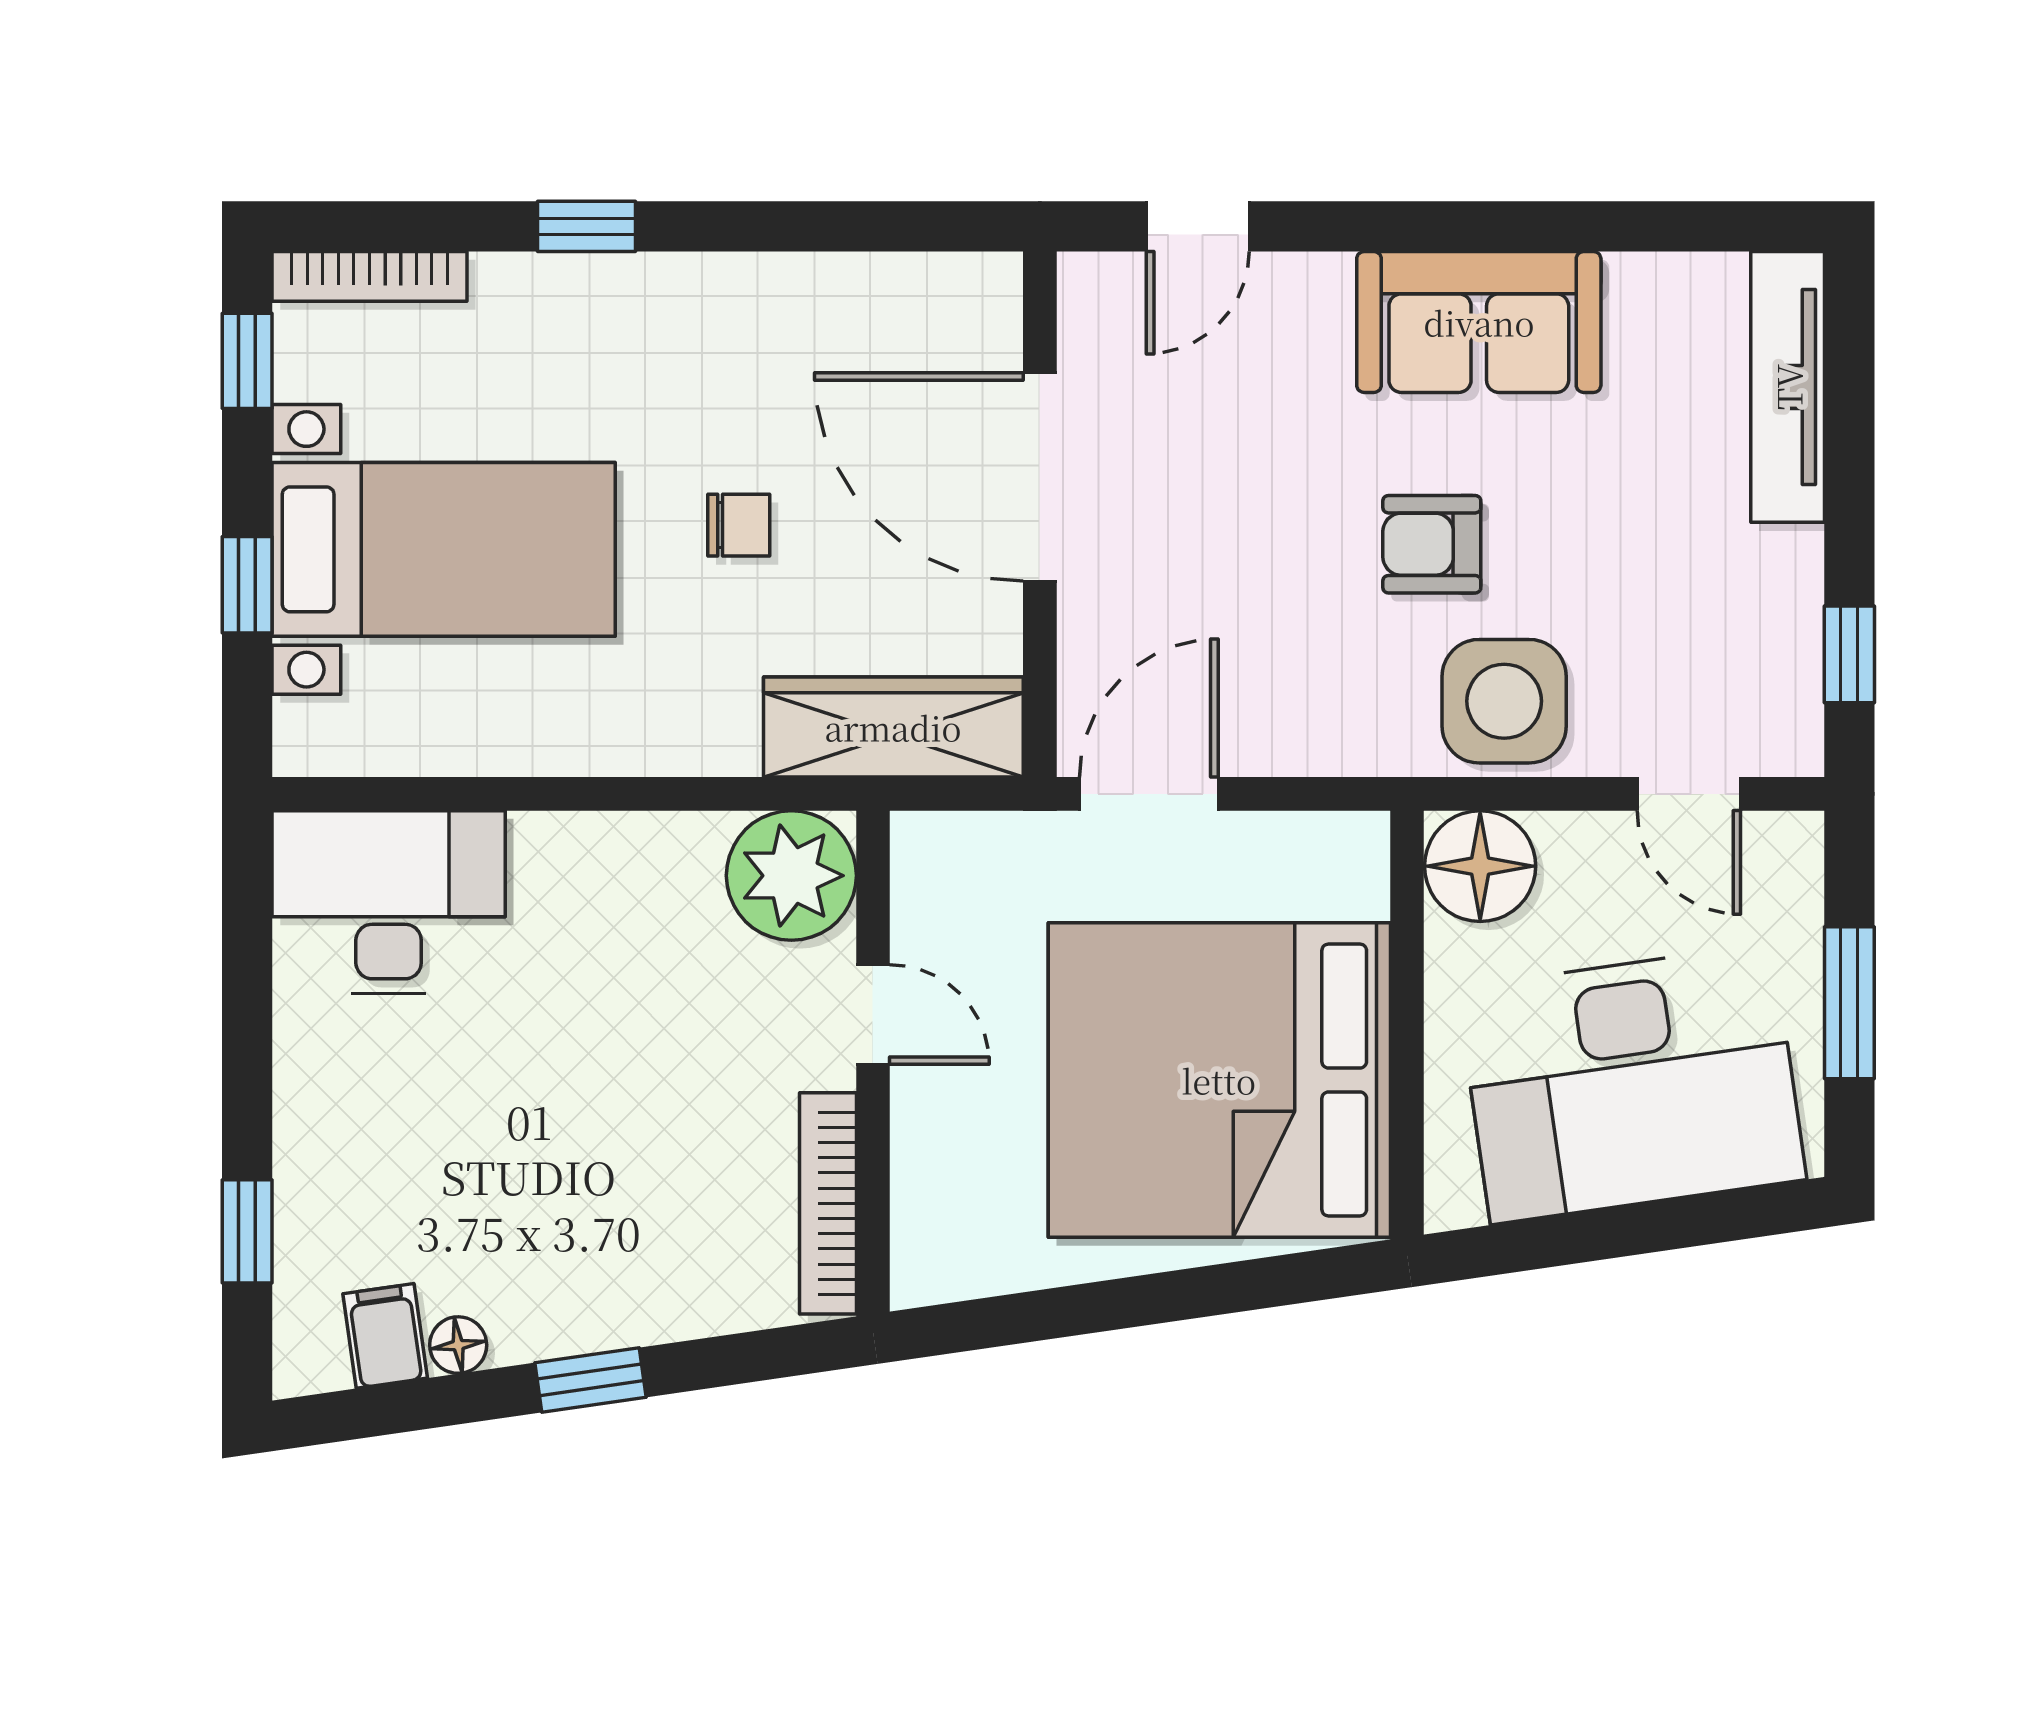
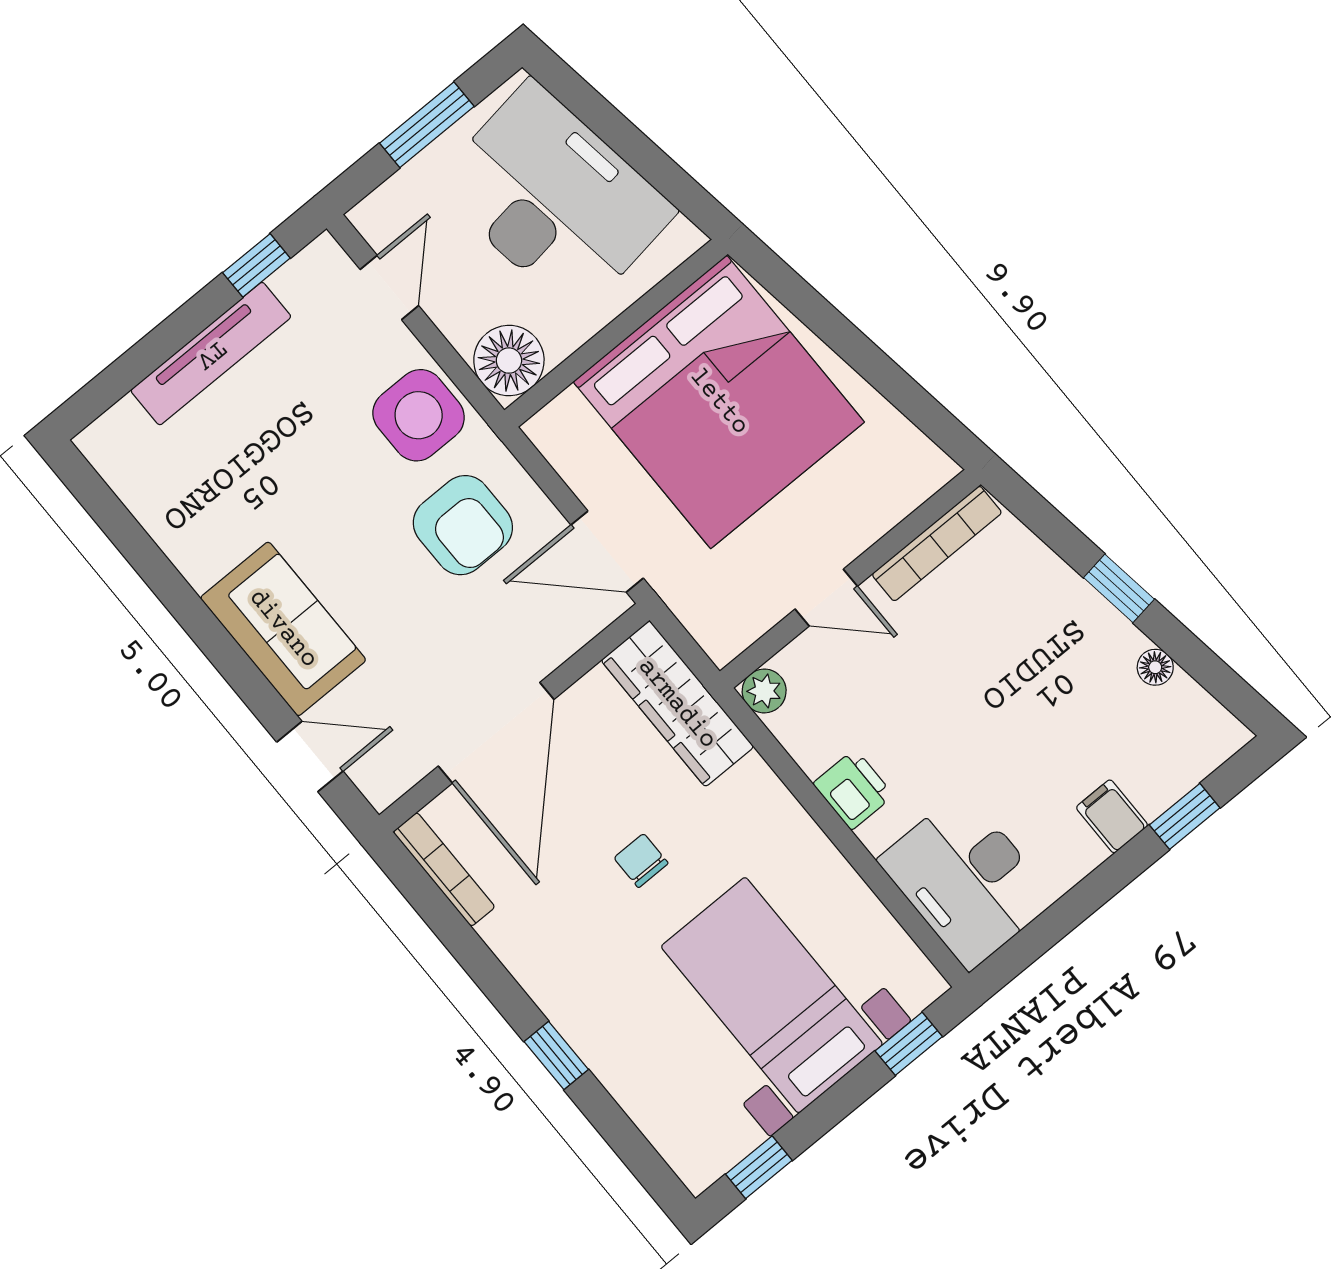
bookcase: (370, 276) -> (444, 869), moved
sofa: (1479, 322) -> (283, 629), moved
tv unit: (1788, 387) -> (211, 354), moved
armchair: (1432, 544) -> (463, 525), moved, width x1.38, depth x1.38
window: (247, 585) -> (909, 1044), moved
printer: (612, 855) -> (853, 789), added
plant: (791, 876) -> (764, 691), width x0.53, depth x0.53
door: (873, 1015) -> (826, 598), swing flipped
filing cabinet: (385, 1336) -> (1112, 816), moved, turned 98

